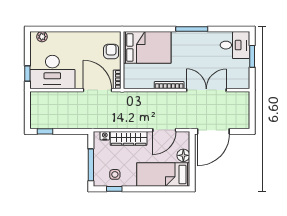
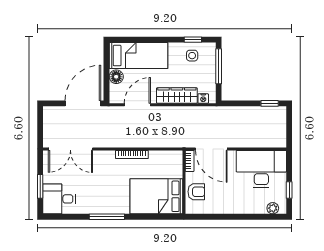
armchair: (111, 52) -> (196, 192), turned -90
window: (27, 74) -> (289, 190), moved
double door: (206, 90) -> (70, 149), moved

